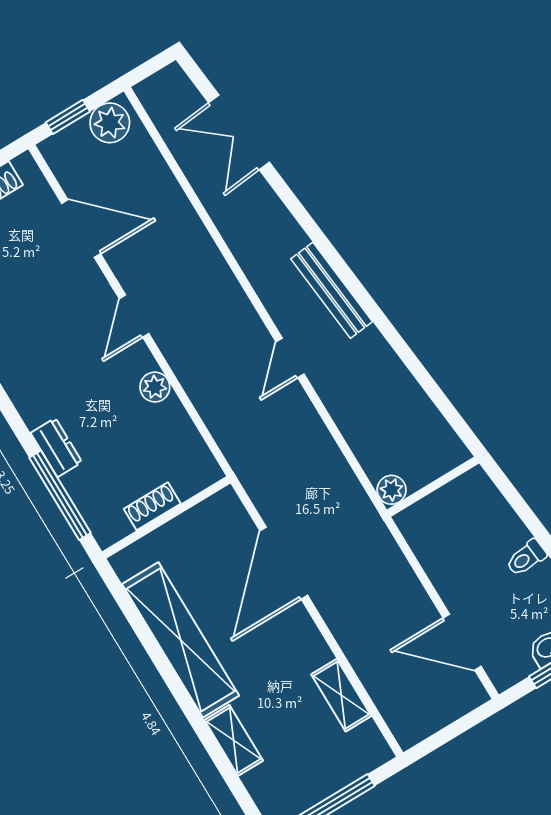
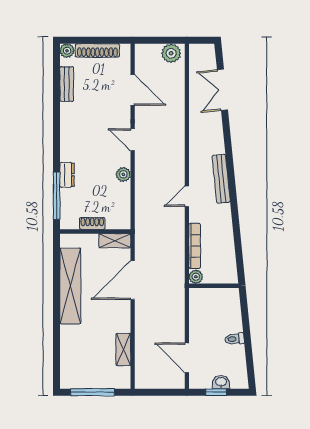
window: (68, 117) -> (155, 40), removed
door: (134, 316) -> (133, 140), hinge flipped
bookcase: (356, 437) -> (195, 246), added
shelving: (234, 740) -> (115, 241), moved, turned 90

